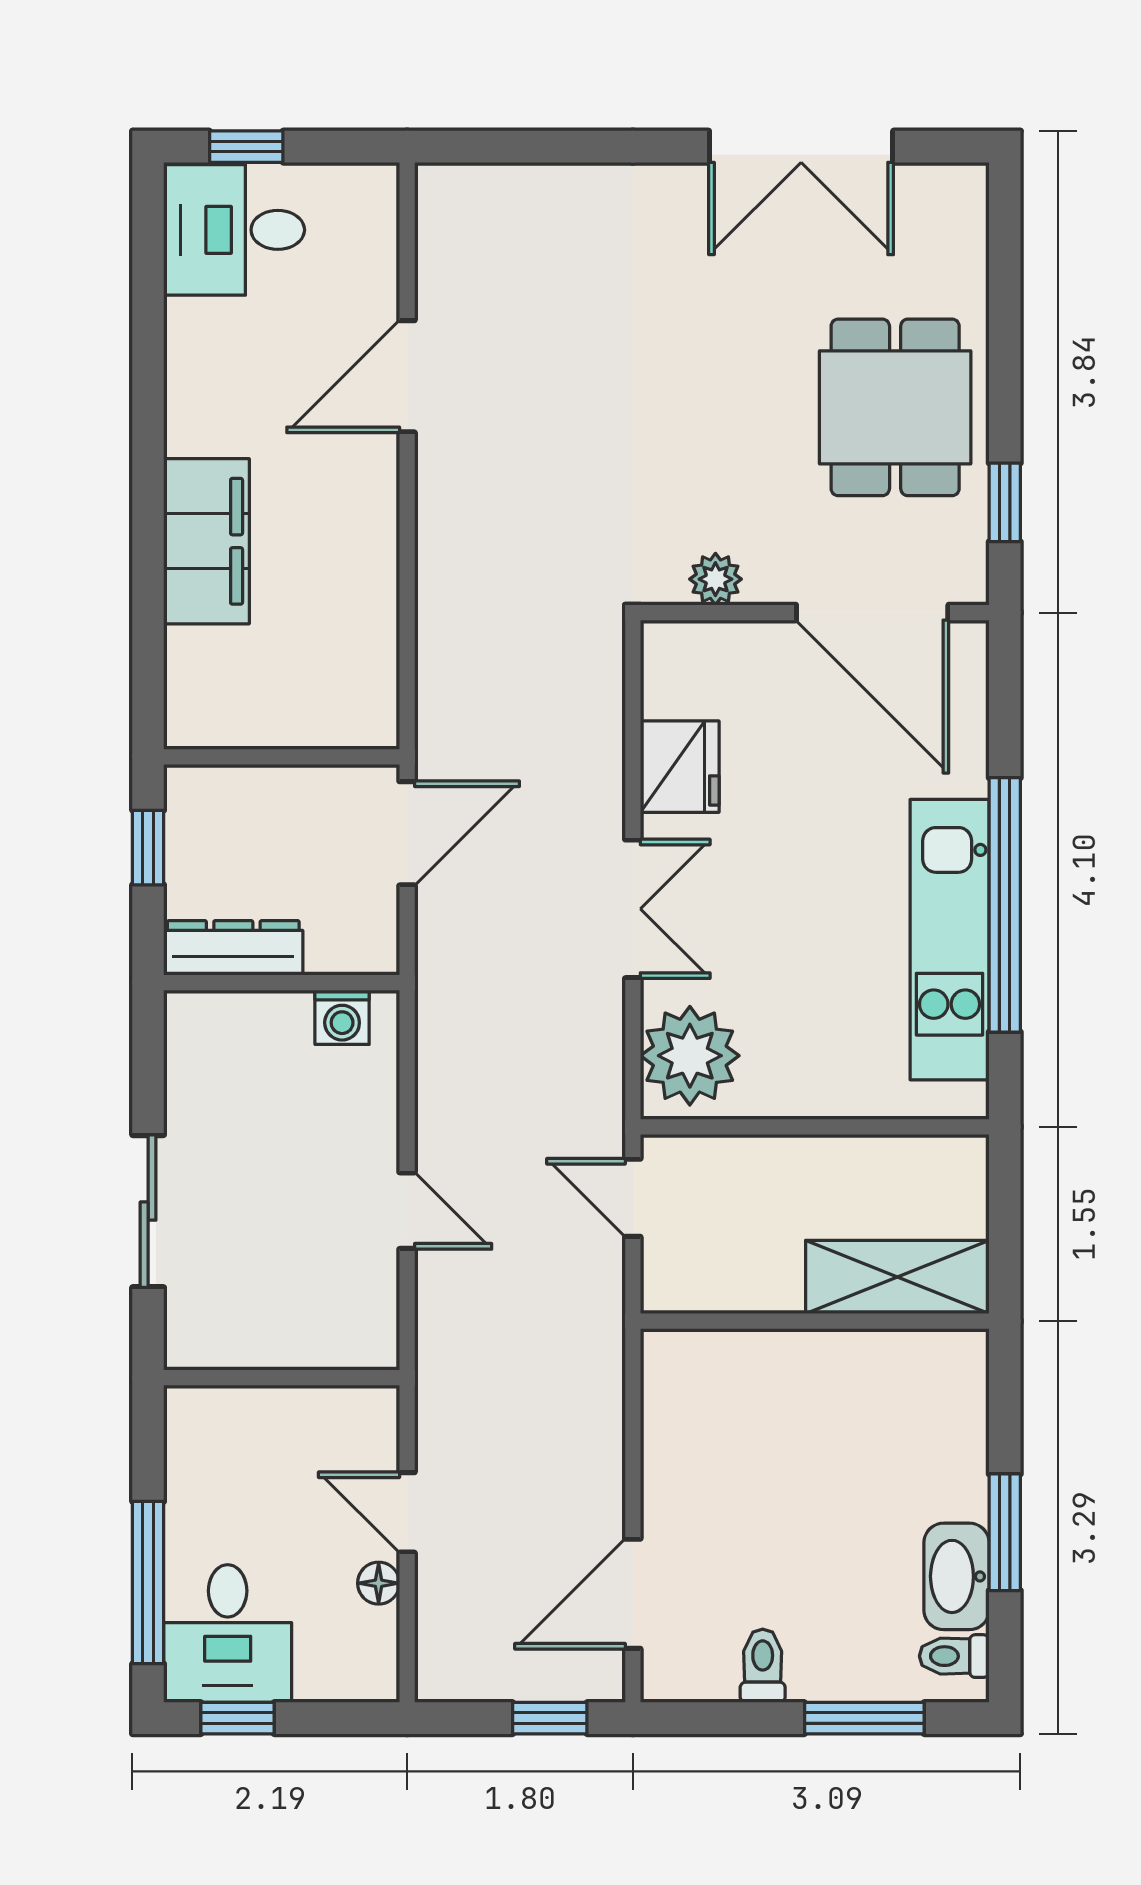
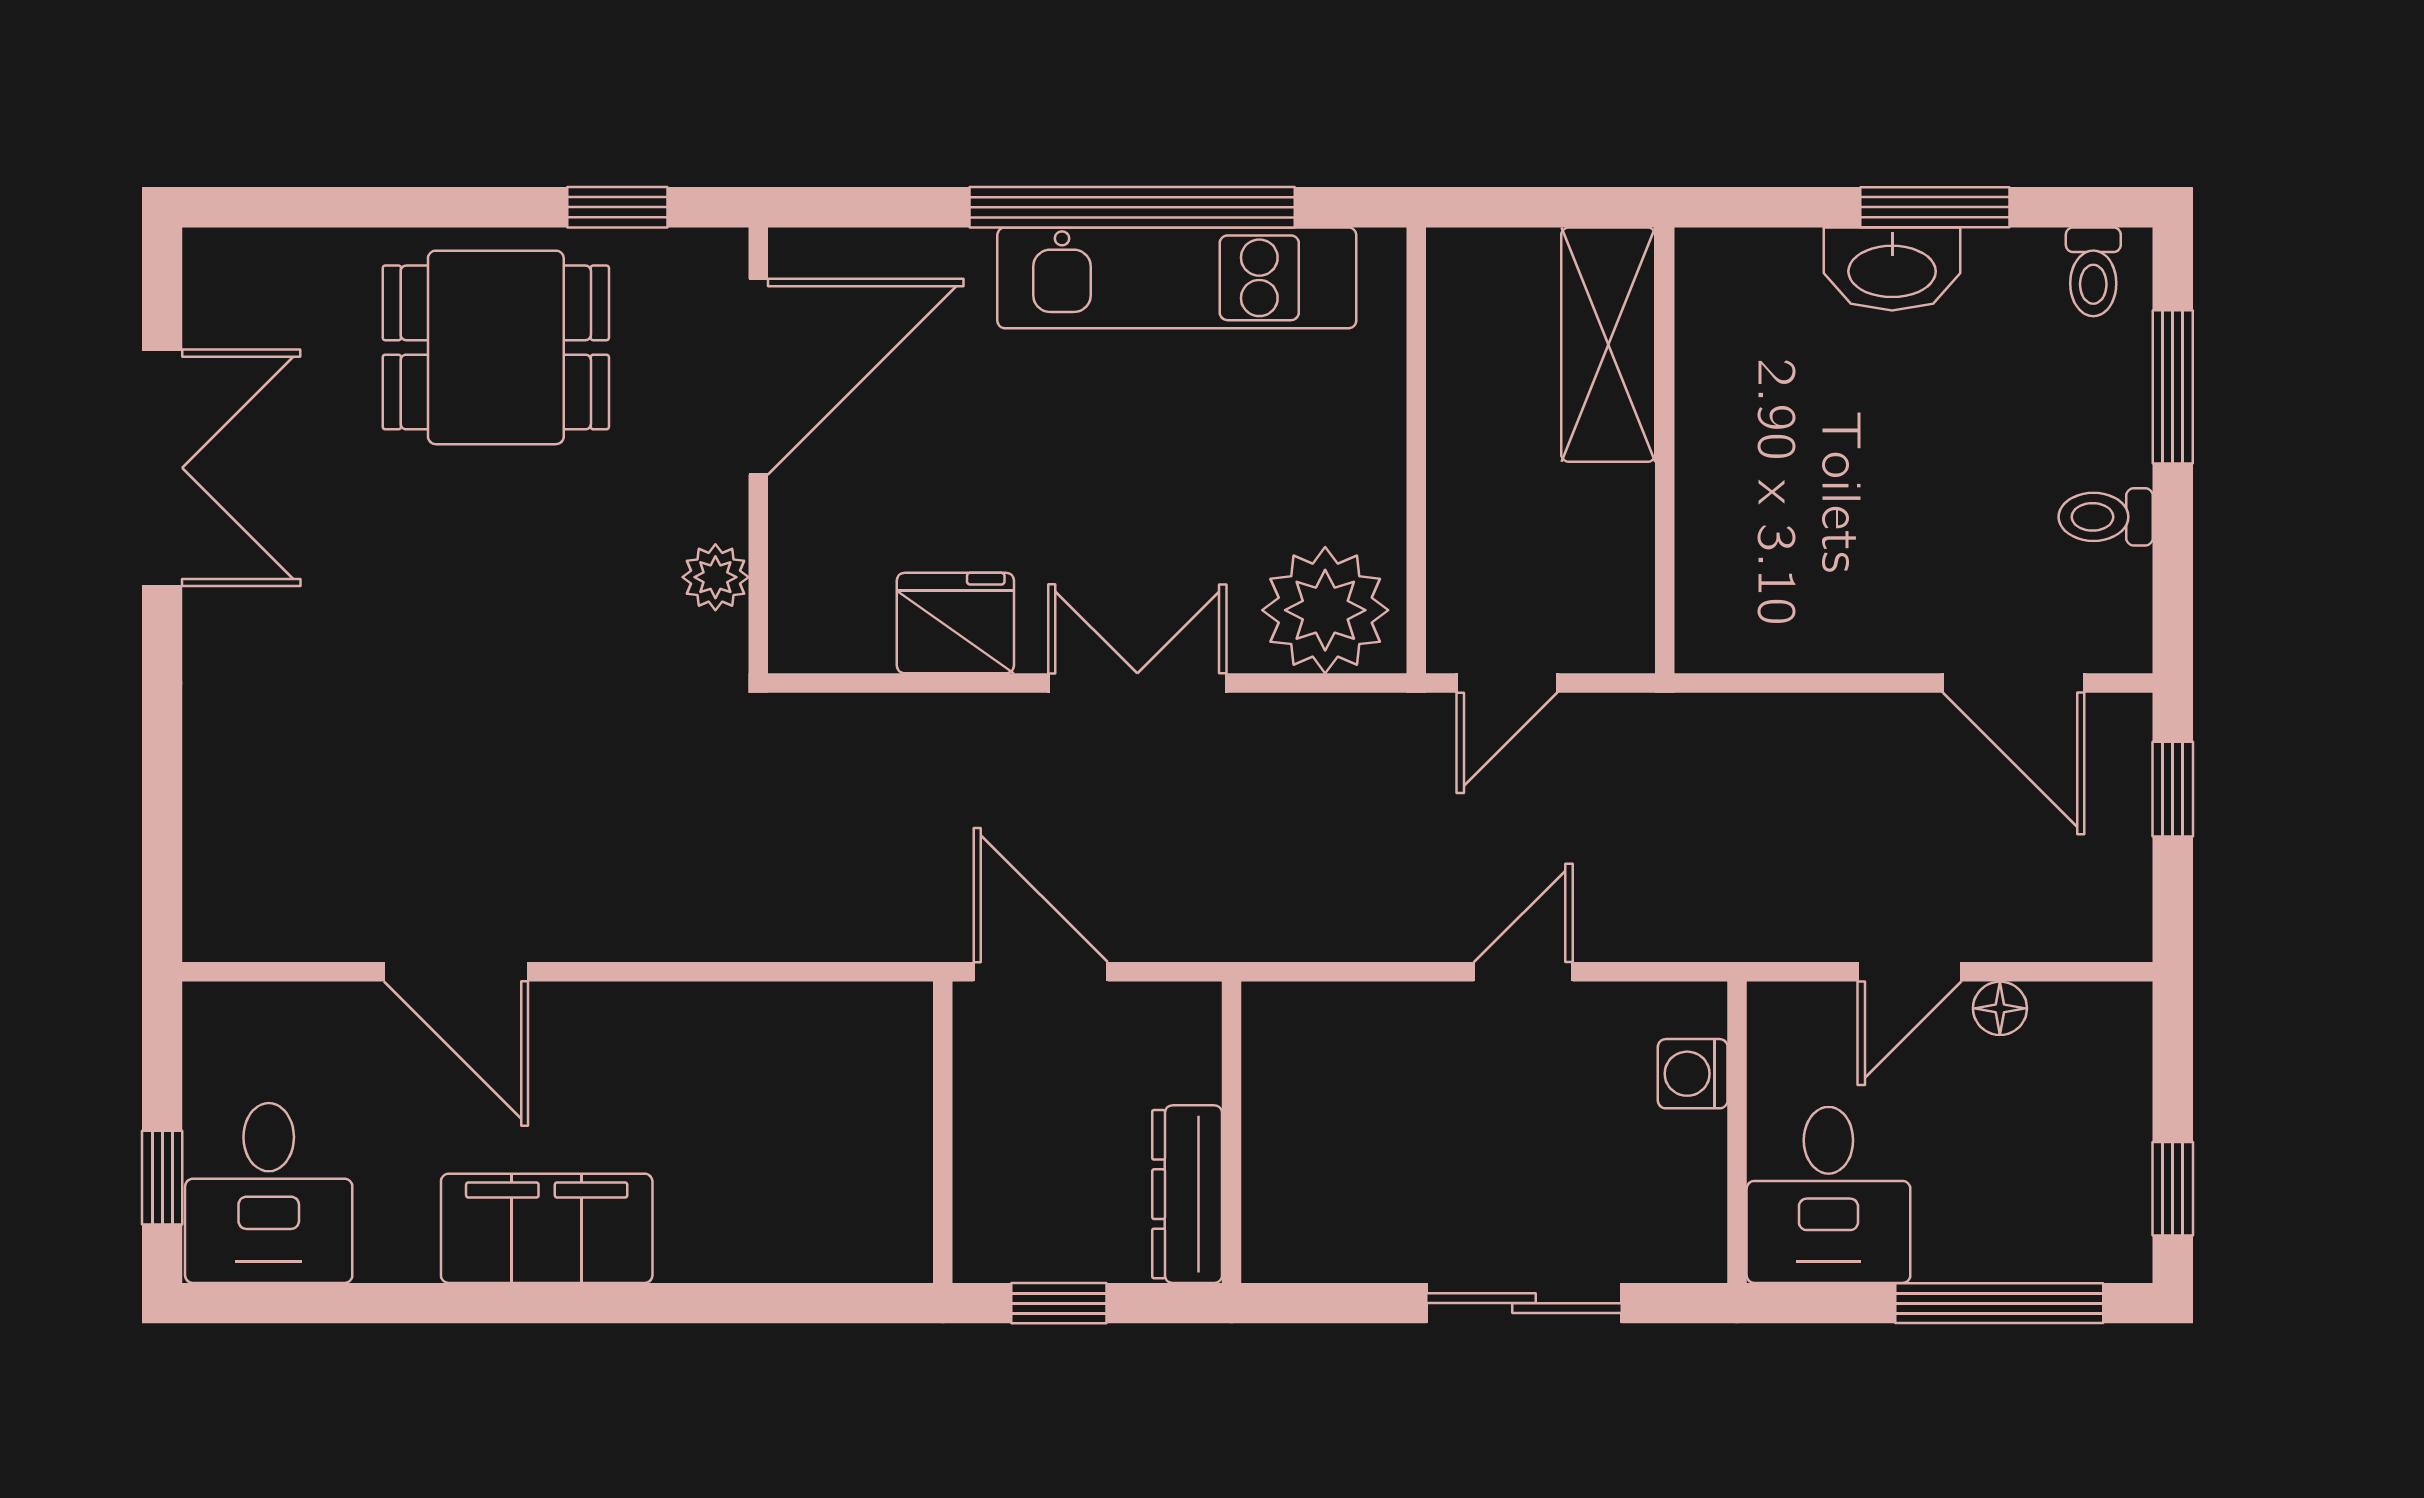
filing cabinet: (207, 541) -> (547, 1228), moved
washing machine: (342, 1017) -> (1693, 1074), moved, turned 180
washbasin: (957, 1576) -> (1892, 269), moved
desk: (228, 1634) -> (1828, 1195), moved, turned 90

